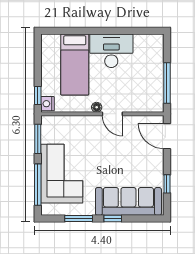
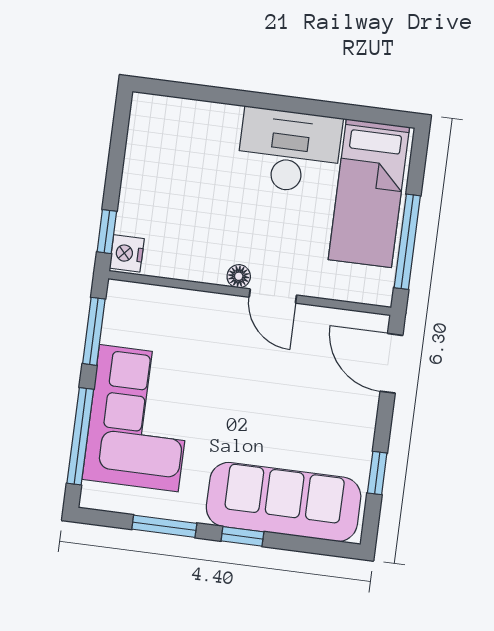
bed: (75, 64) -> (369, 193), moved

